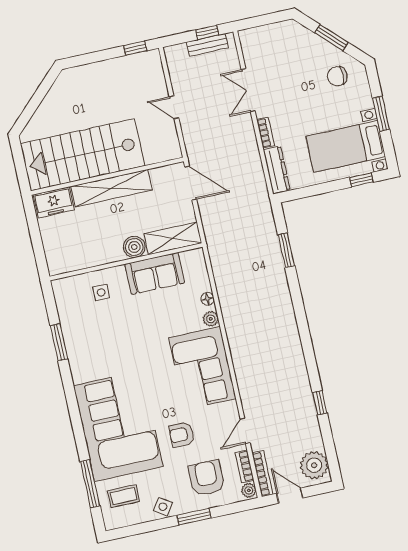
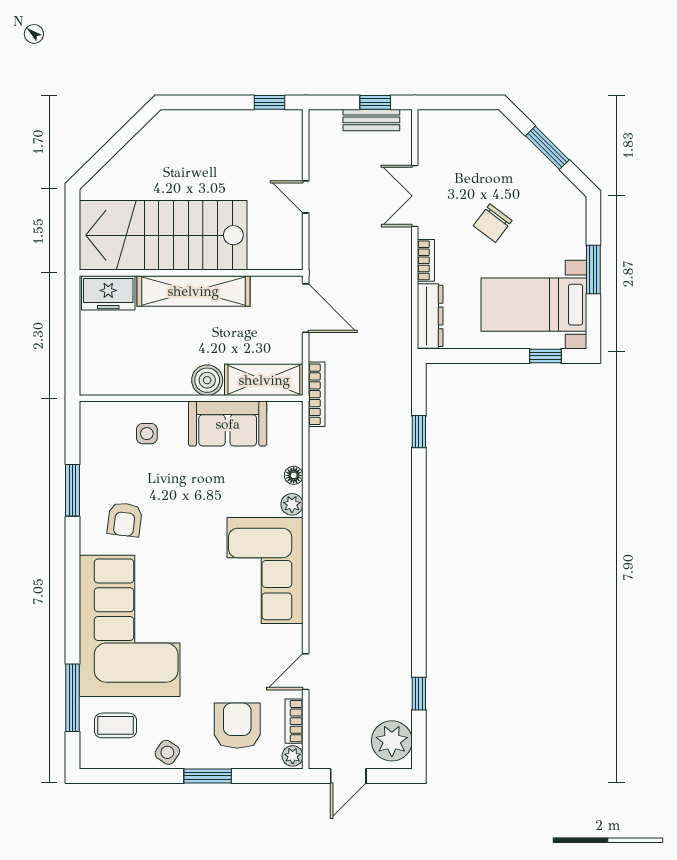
chair: (337, 76) -> (493, 223), moved, turned -53
window: (286, 250) -> (419, 432), width x0.67
window: (320, 403) -> (419, 694), moved
armchair: (182, 435) -> (125, 520), moved, turned -83
bookcase: (262, 474) -> (317, 394), moved
door: (290, 496) -> (348, 776), swing flipped

